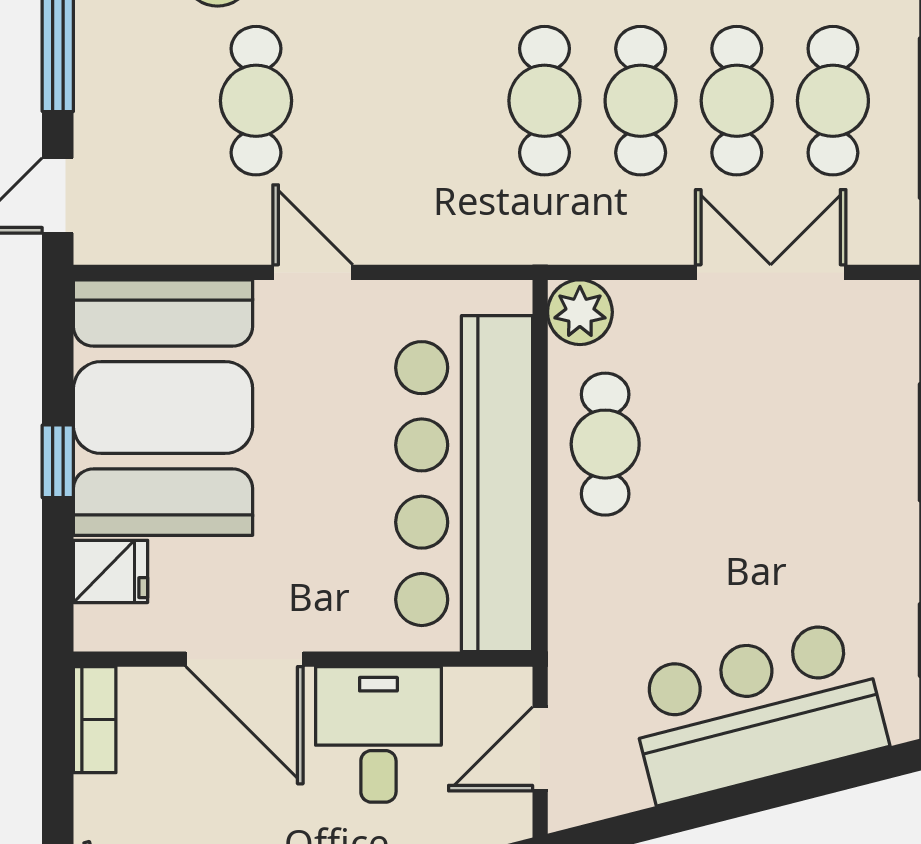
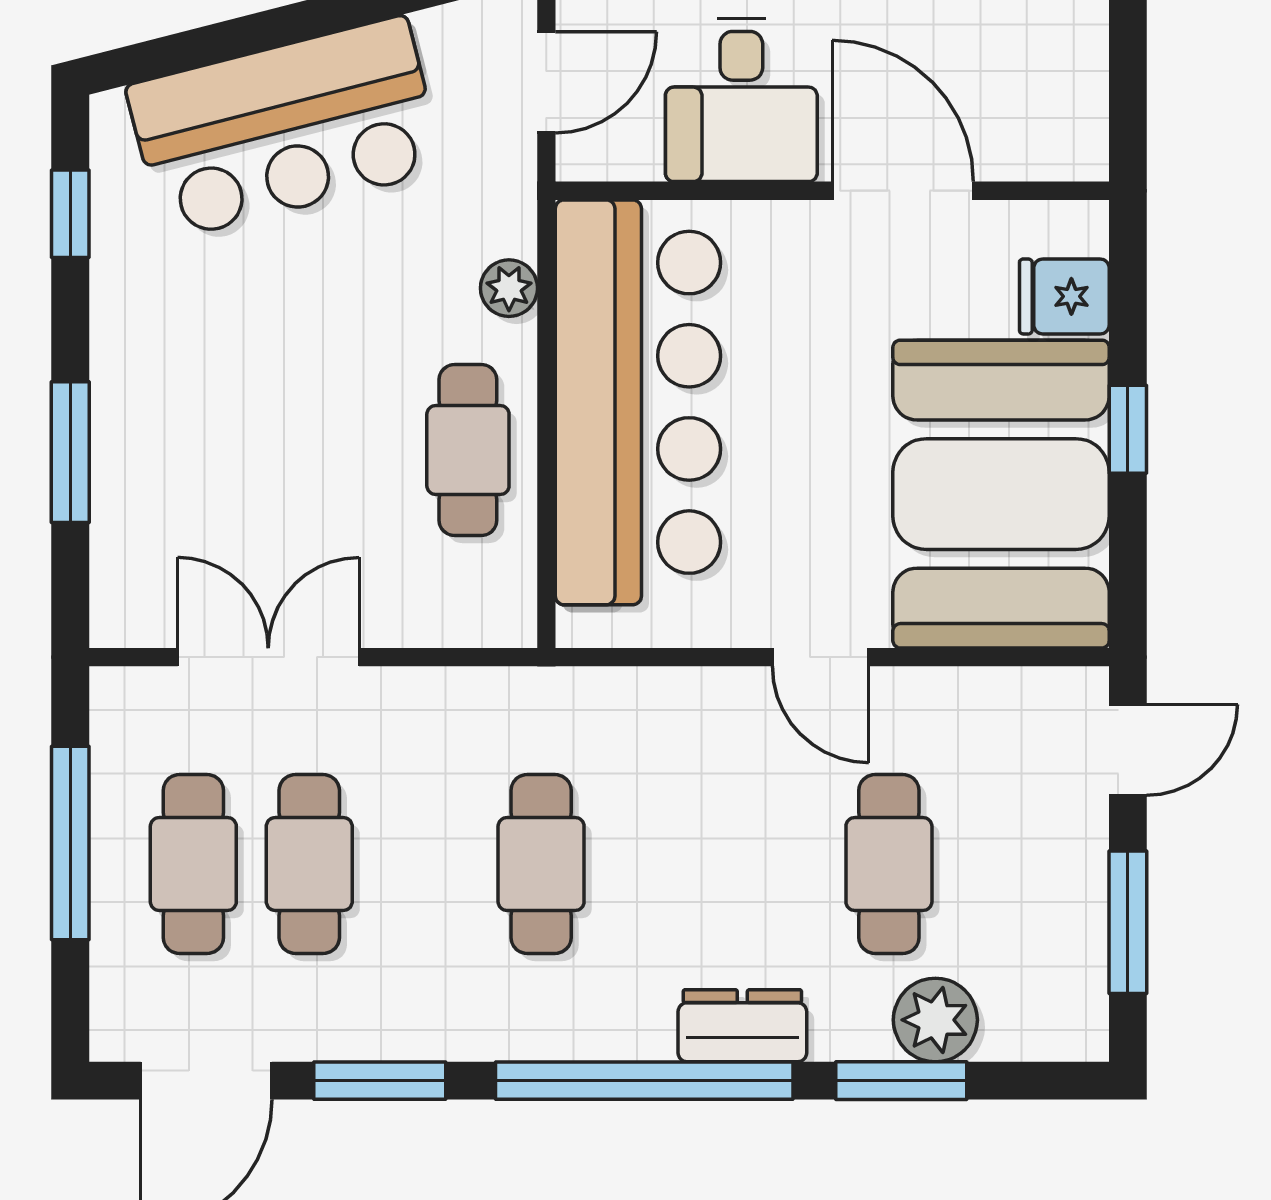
cafe table: (641, 101) -> (425, 864), removed
double door: (771, 272) -> (268, 657), swing flipped
plant: (580, 312) -> (509, 288), moved, width x0.73, depth x0.73
bookcase: (95, 720) -> (1083, 118), removed

